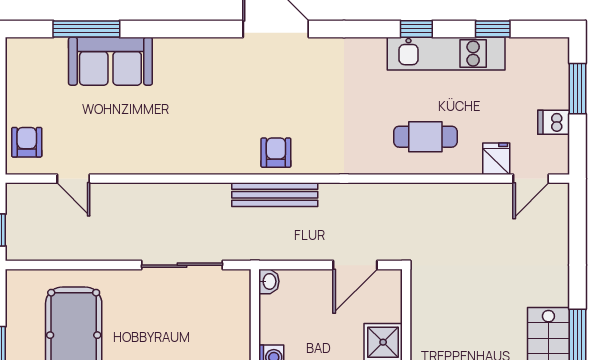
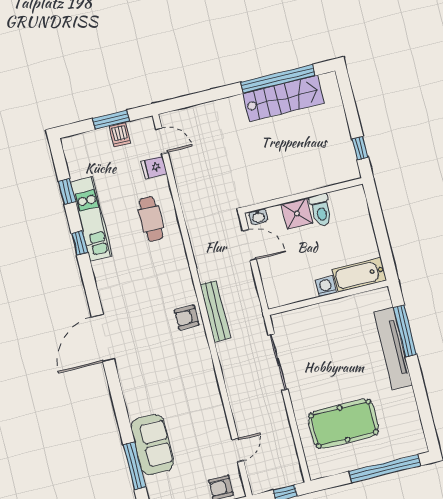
window: (577, 89) -> (111, 120), moved
washbasin: (269, 281) -> (258, 217), moved, turned 180

